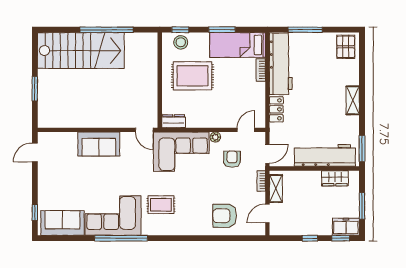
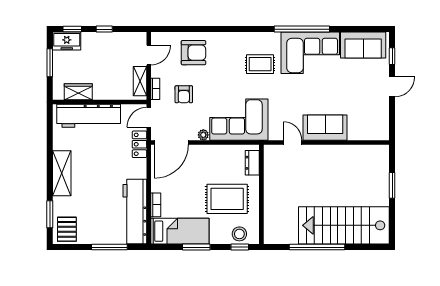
shelving: (353, 100) -> (62, 173), width x1.50, depth x1.33
locker: (276, 109) -> (139, 144), moved
dresser: (174, 121) -> (252, 163), moved, turned 90
door: (144, 130) -> (293, 142), moved
door: (246, 130) -> (171, 142), width x1.88
window: (362, 149) -> (50, 214), moved
door: (35, 153) -> (392, 87), moved
armchair: (232, 159) -> (184, 94), moved

